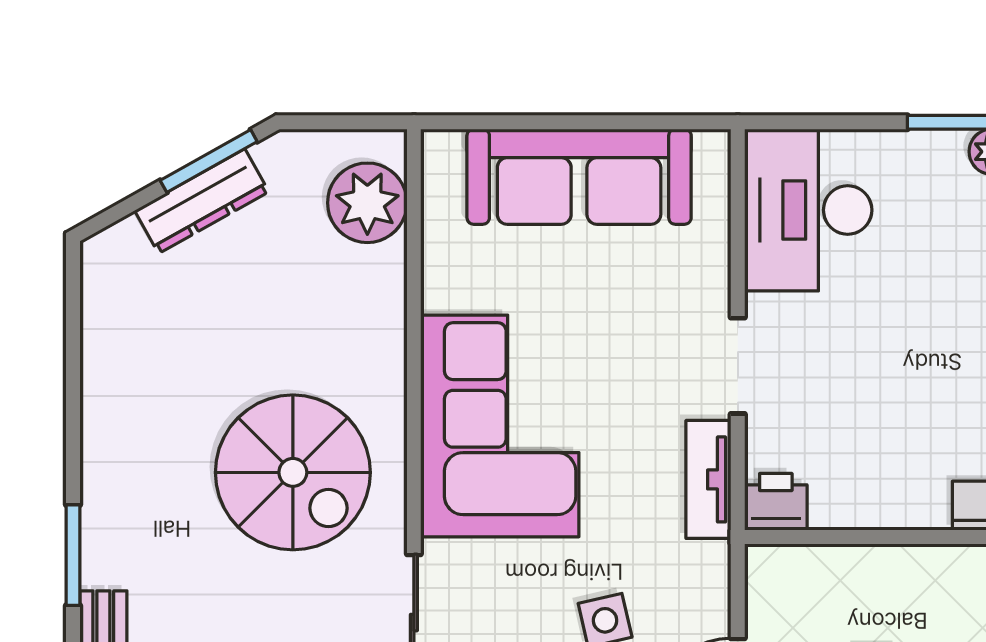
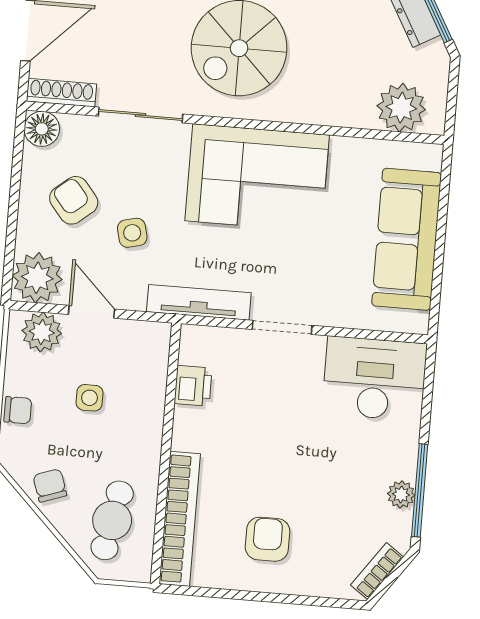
tv unit: (708, 479) -> (199, 302), width x1.41
printer: (776, 502) -> (193, 386), moved

